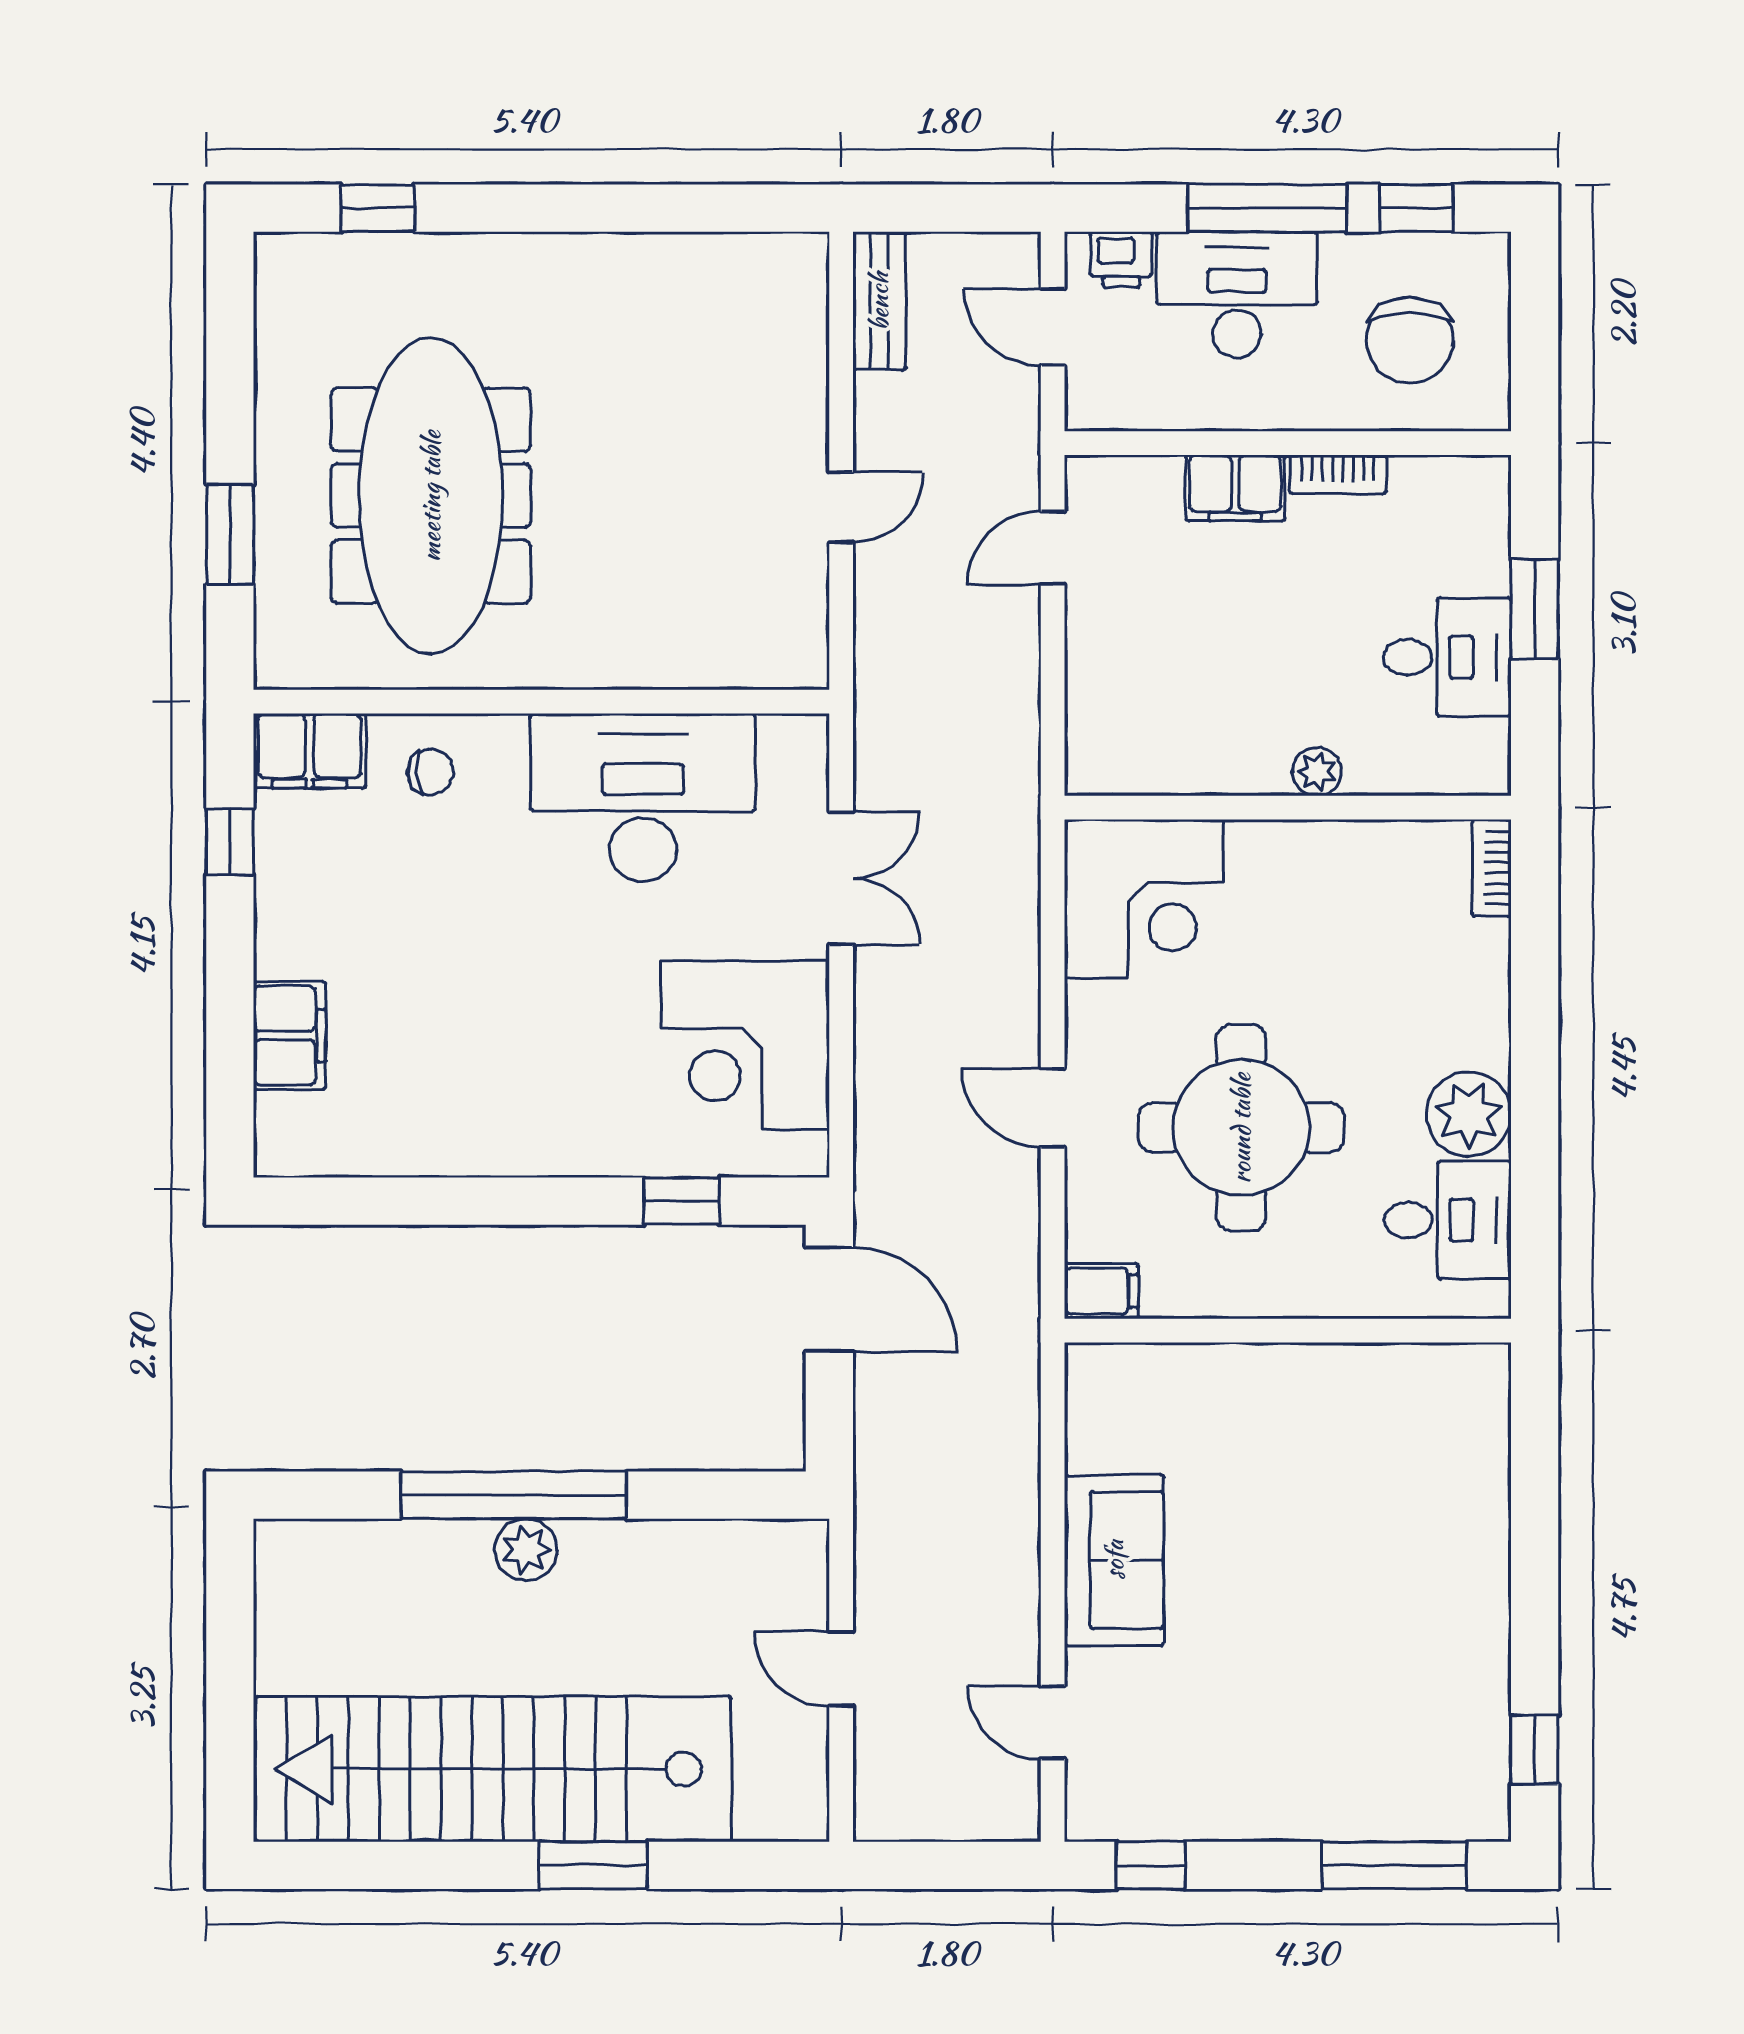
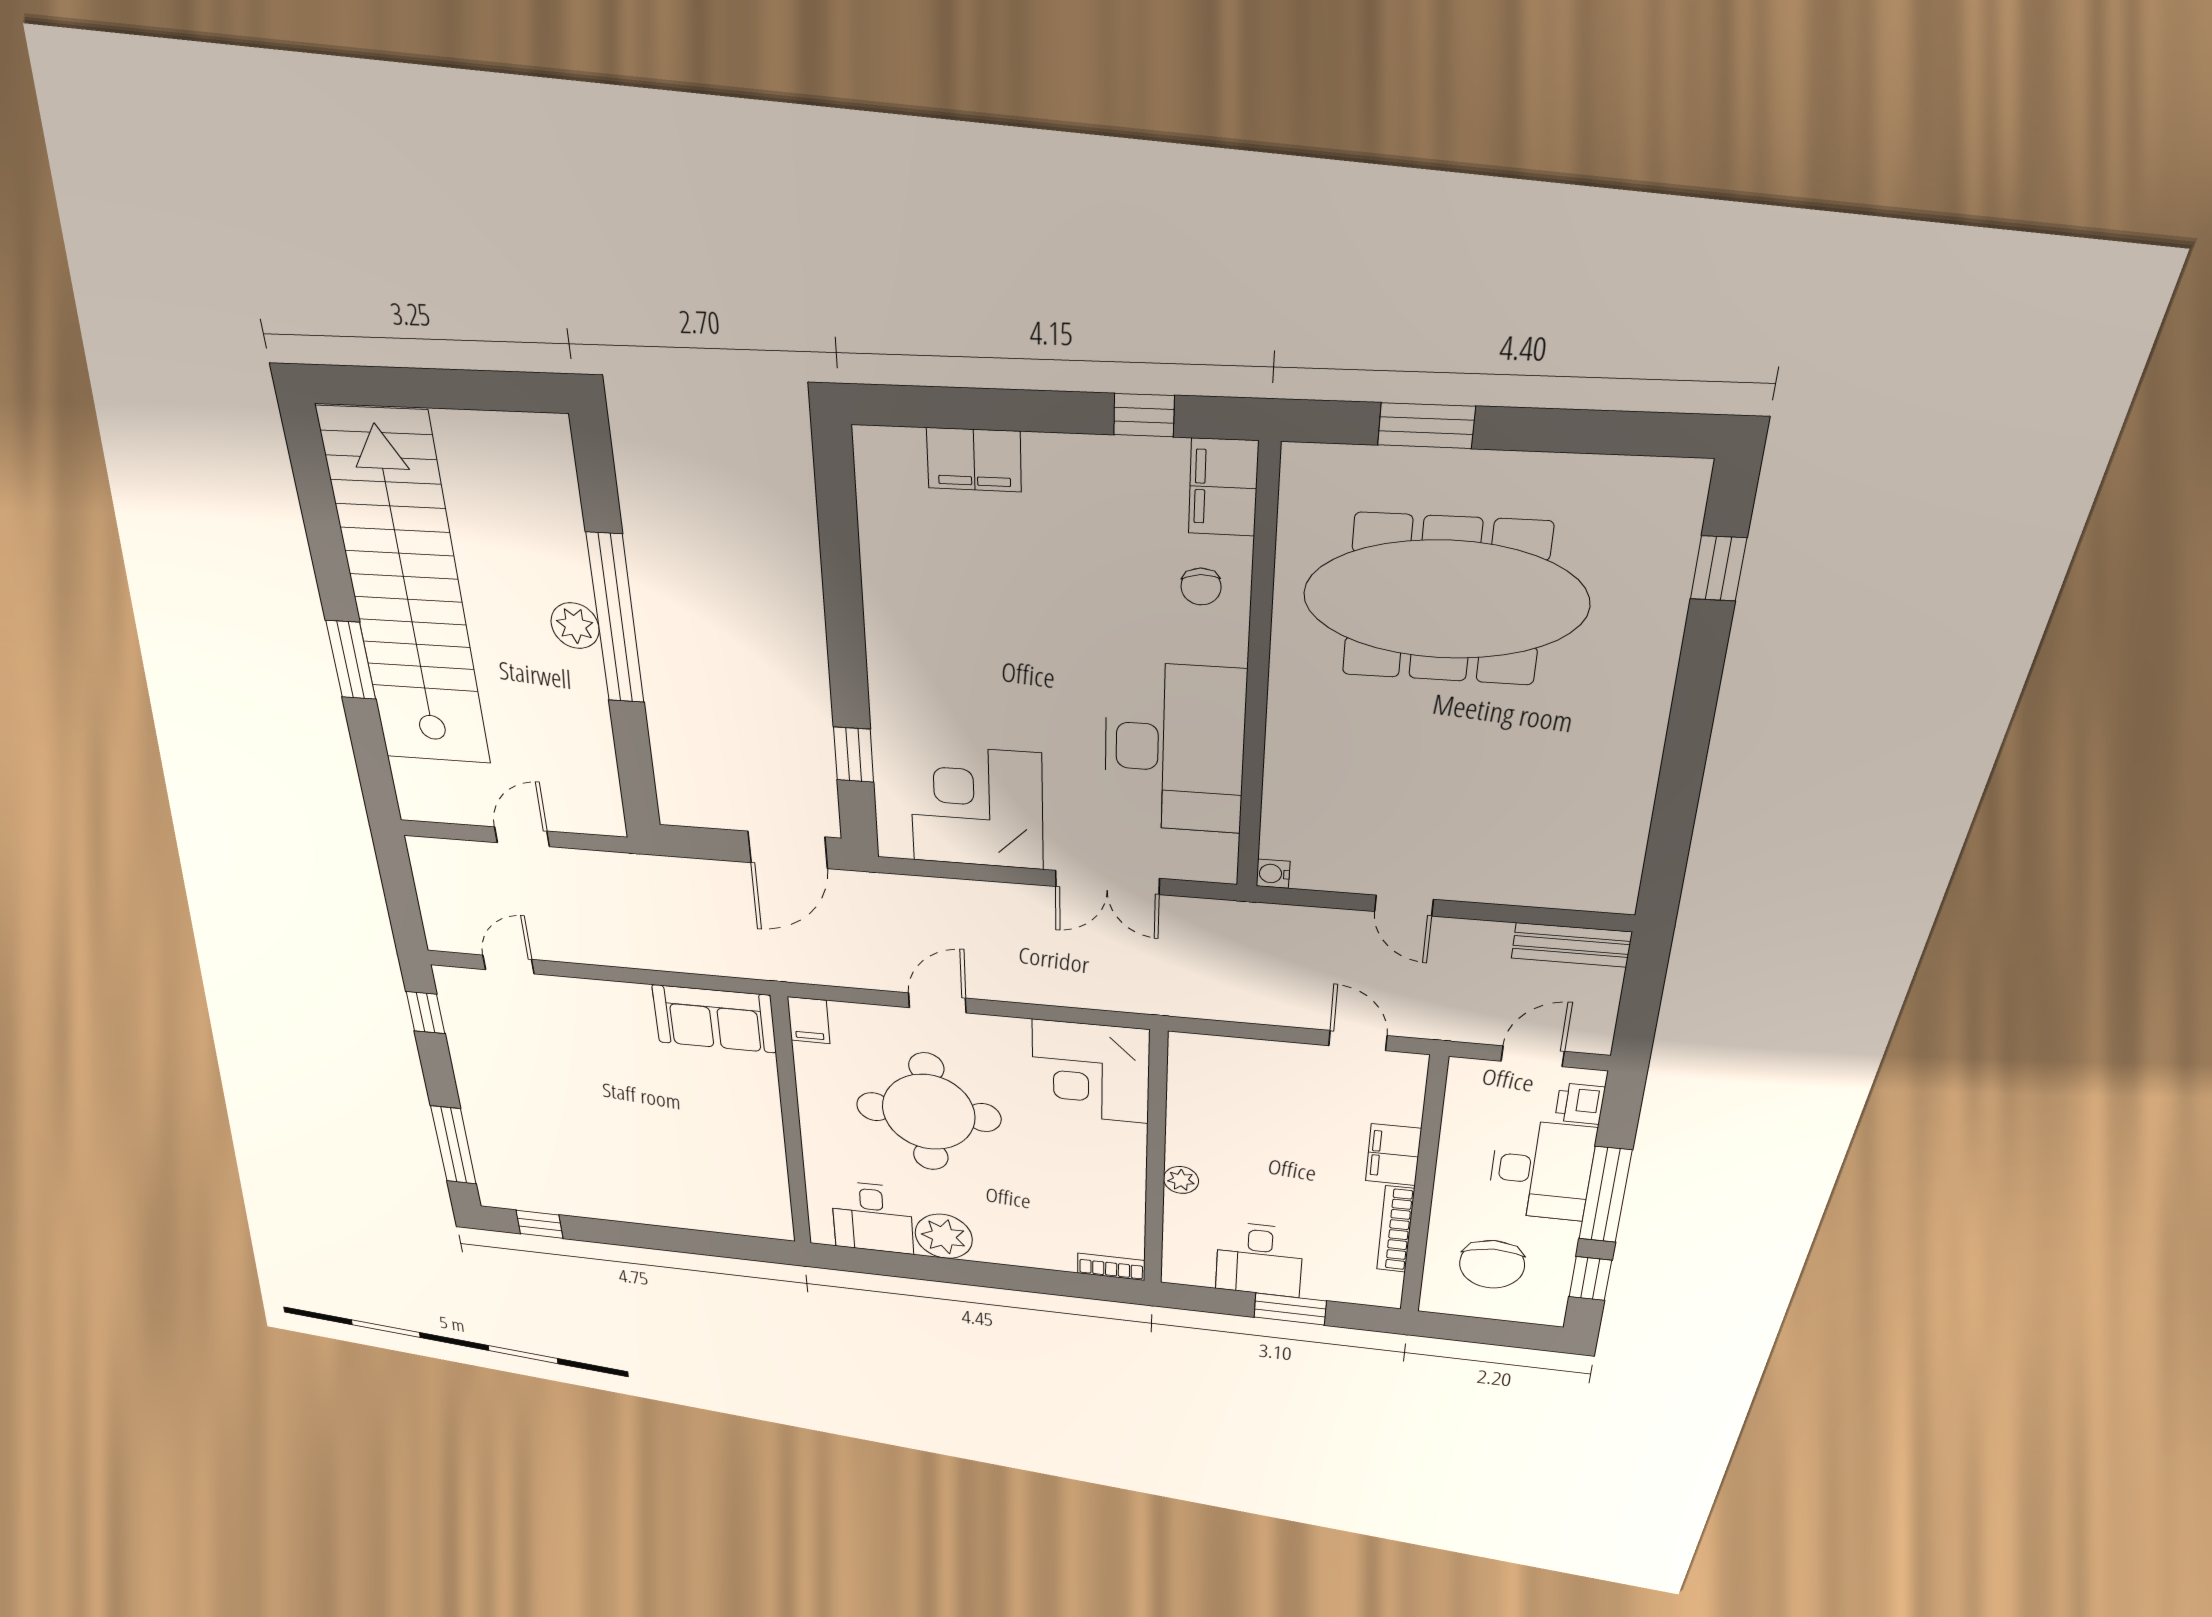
chair: (1410, 340) -> (1492, 1264), turned -92
bookcase: (1338, 474) -> (1396, 1229), width x1.56
water cooler: (809, 670) -> (1273, 874), added
sofa: (1114, 1560) -> (714, 1019), moved

